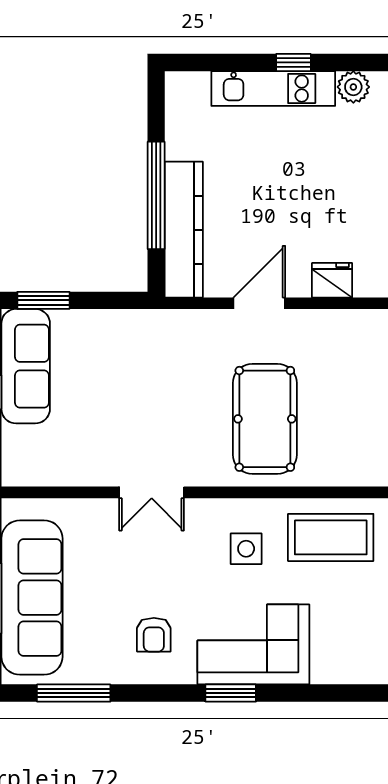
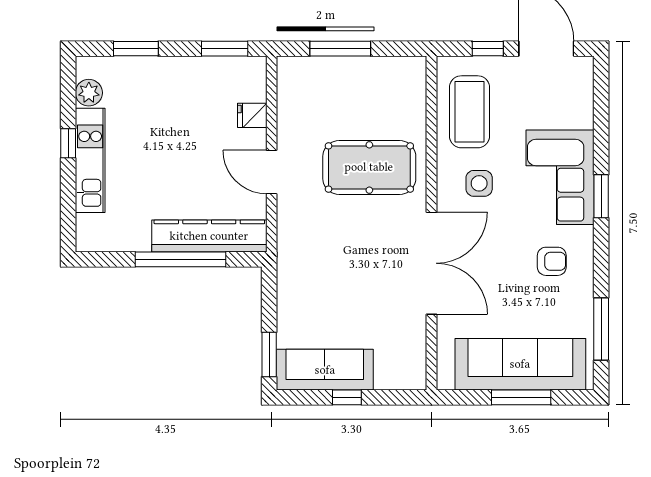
fridge: (332, 280) -> (252, 115), width x0.72
double door: (152, 492) -> (431, 263), width x1.87

